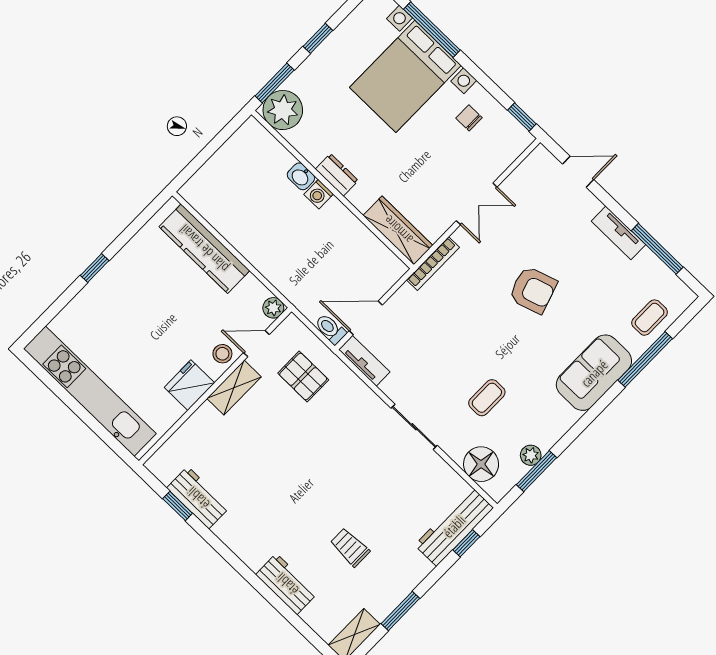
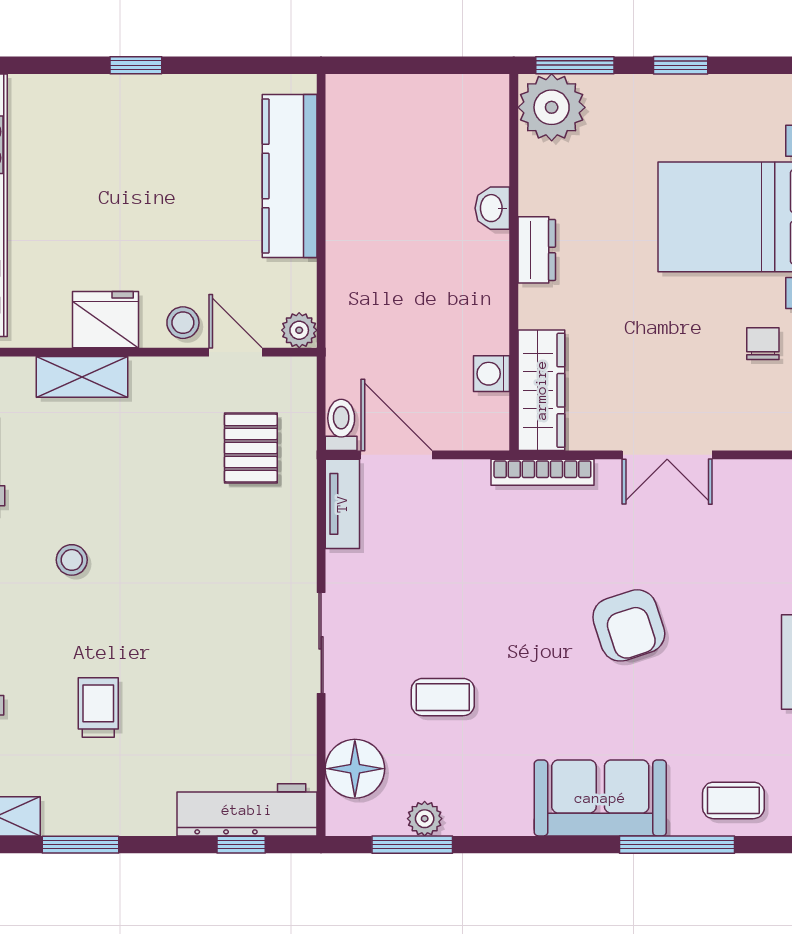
washing machine: (319, 194) -> (492, 374), moved
shelving: (234, 388) -> (82, 377), moved
stool: (277, 498) -> (72, 560), added

